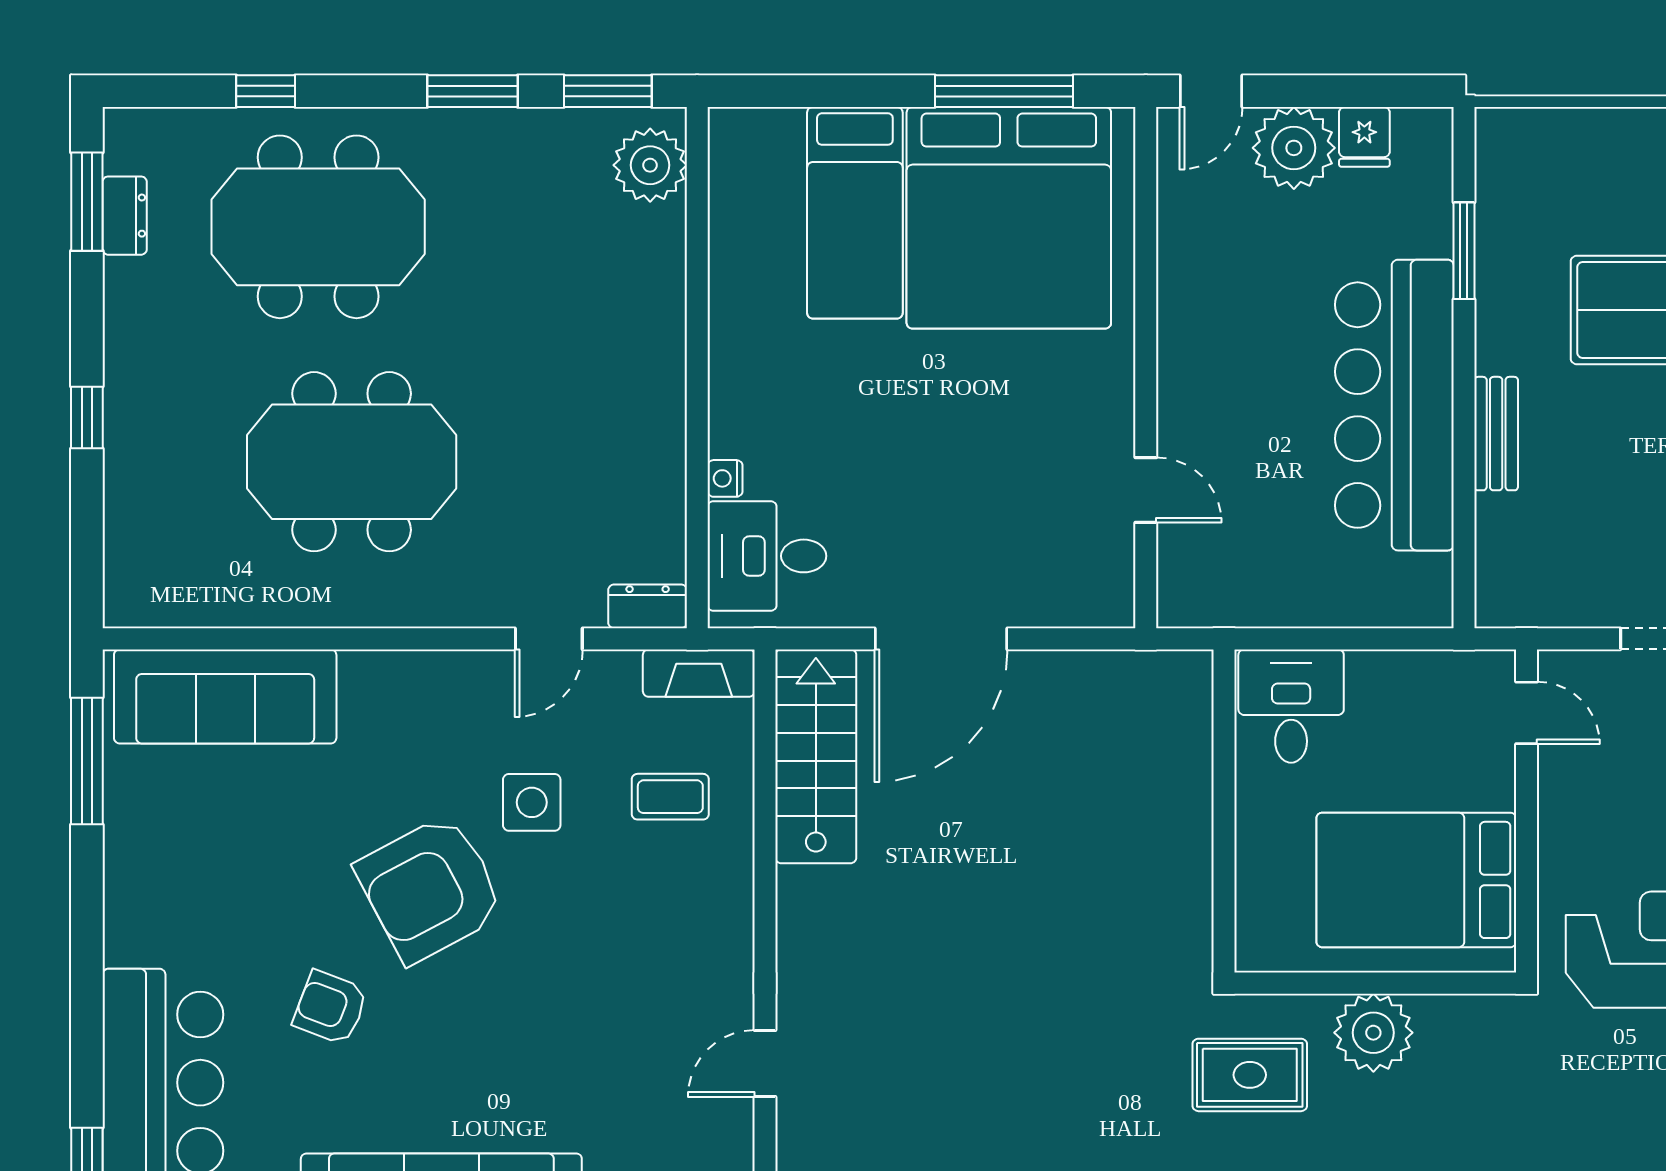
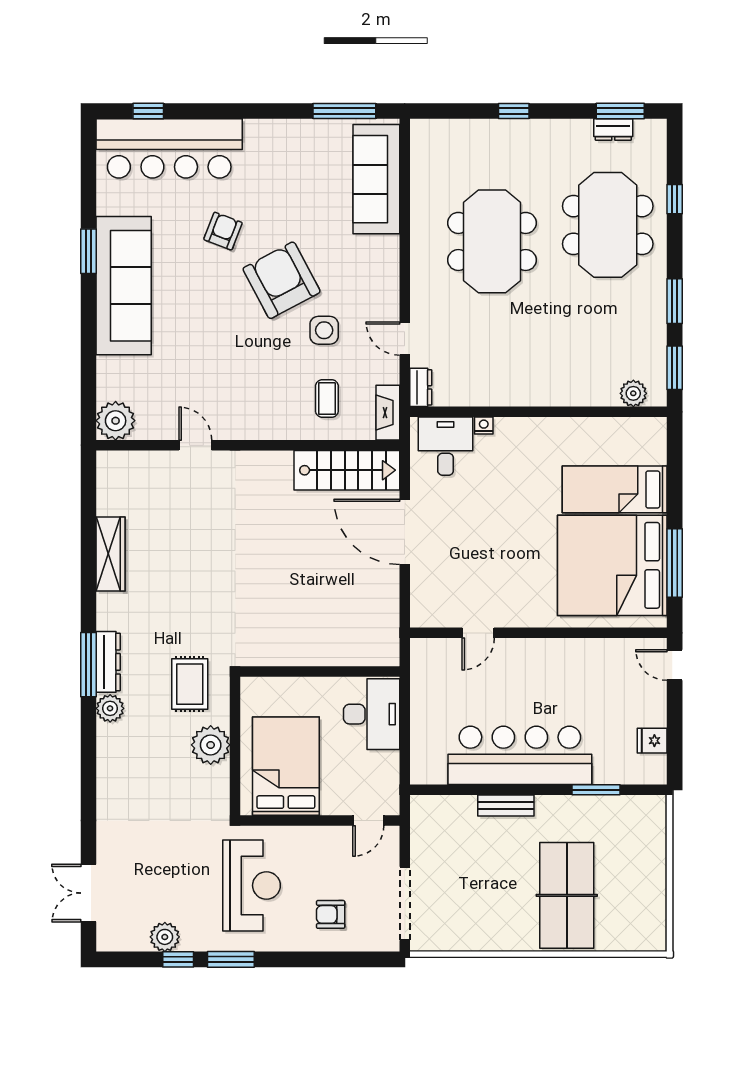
plant: (1294, 148) -> (647, 706), removed
plant: (650, 165) -> (633, 393), width x0.73, depth x0.73
desk: (1291, 706) -> (372, 714), width x1.37

